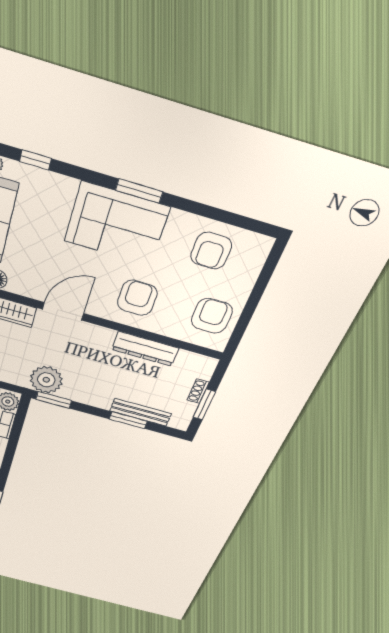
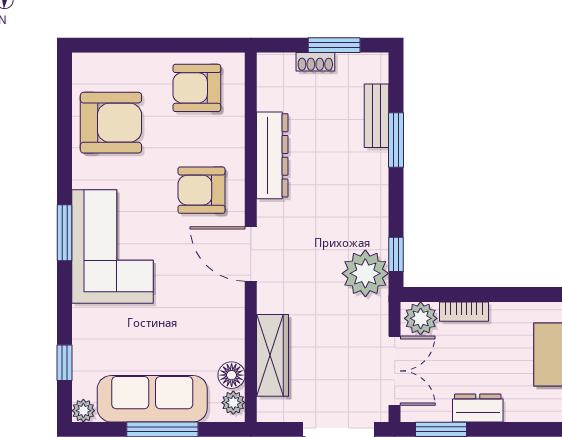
armchair: (211, 251) -> (111, 123), width x1.36, depth x1.36
door: (63, 311) -> (251, 254), moved
window: (54, 400) -> (396, 254), width x0.67
bench: (141, 412) -> (377, 116), width x0.73

